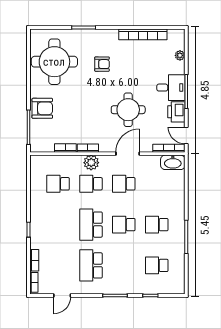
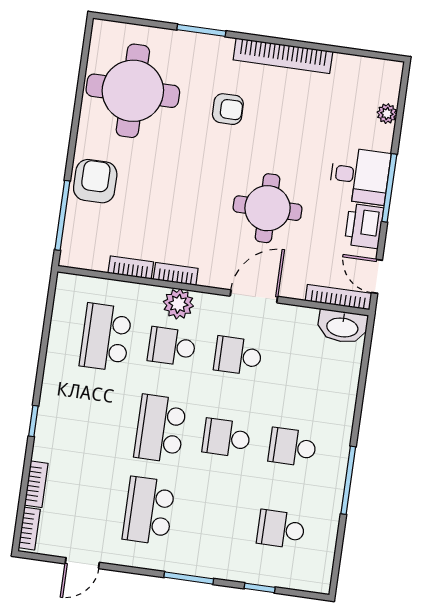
bookcase: (143, 34) -> (283, 56), moved
armchair: (42, 108) -> (95, 181), turned -90
school desk: (58, 184) -> (106, 337), width x1.85

